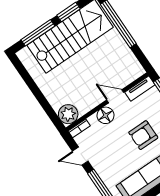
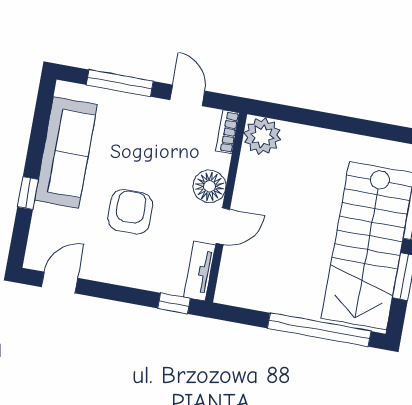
door: (80, 156) -> (187, 95), hinge flipped

